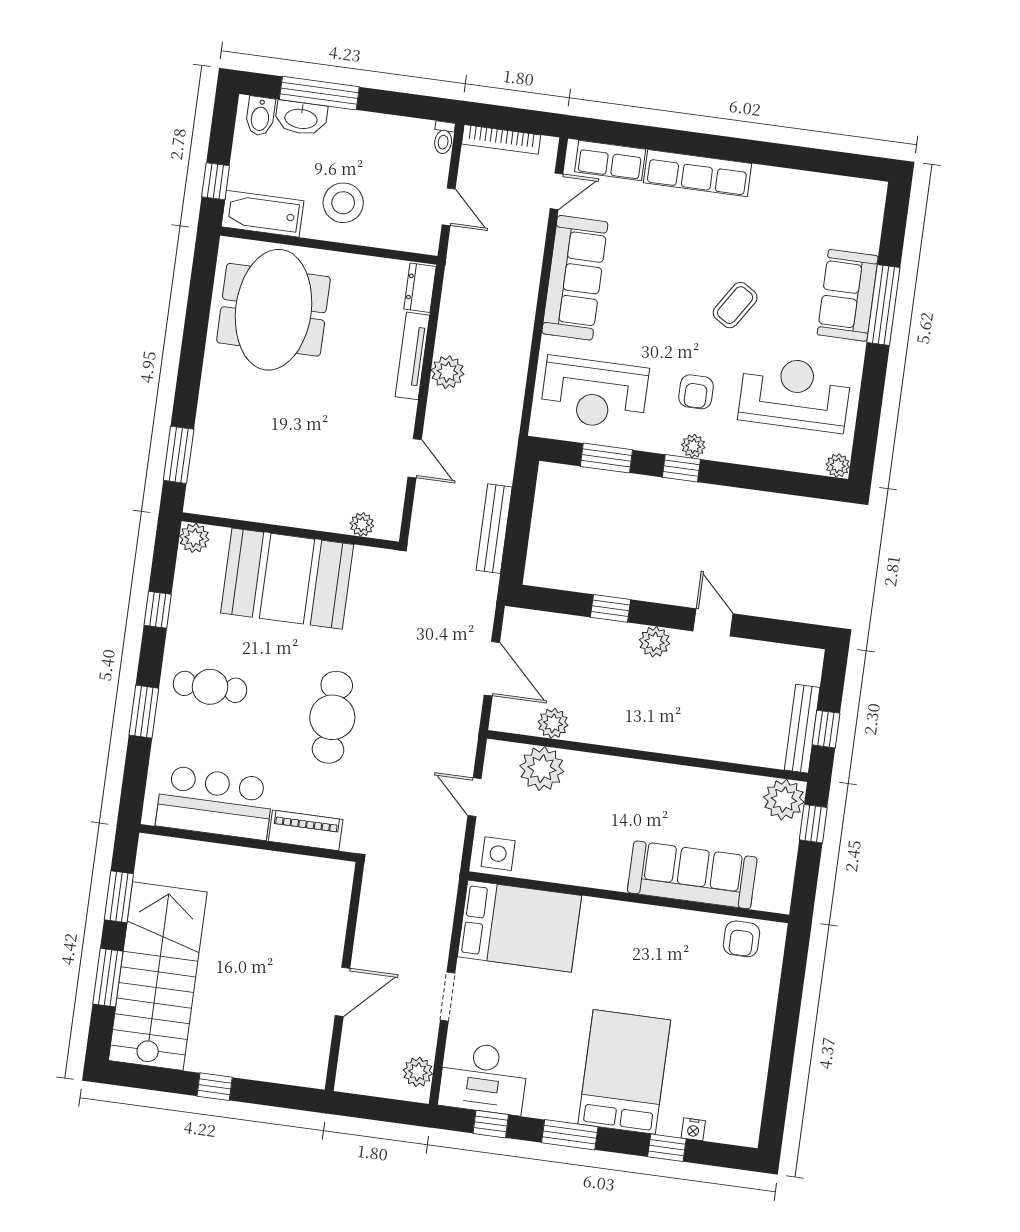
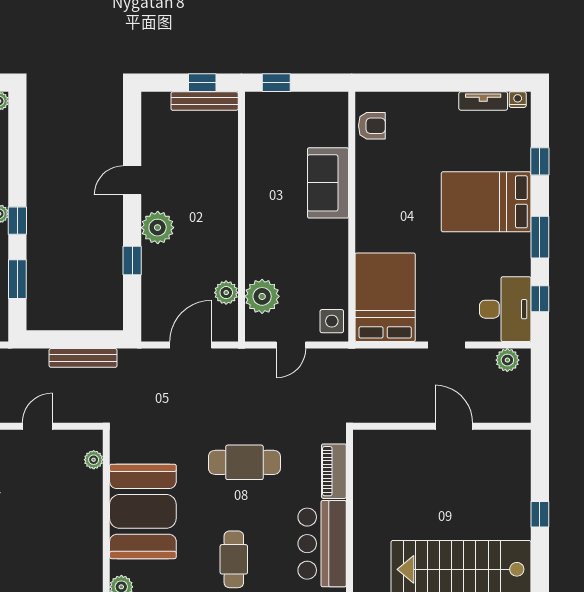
plant: (655, 642) -> (158, 228), width x1.36, depth x1.36
plant: (784, 800) -> (261, 108), removed
sofa: (692, 875) -> (328, 183), width x0.73
tv unit: (754, 1086) -> (483, 101), added
nightstand: (693, 1129) -> (518, 100), moved, turned -90

